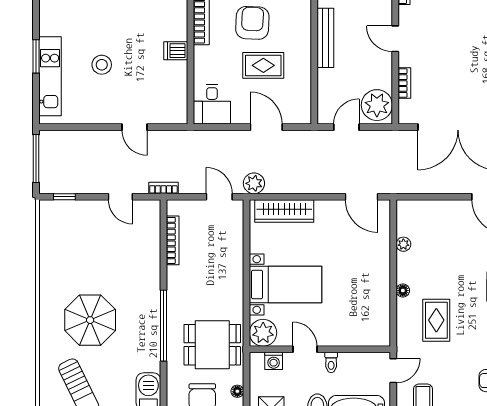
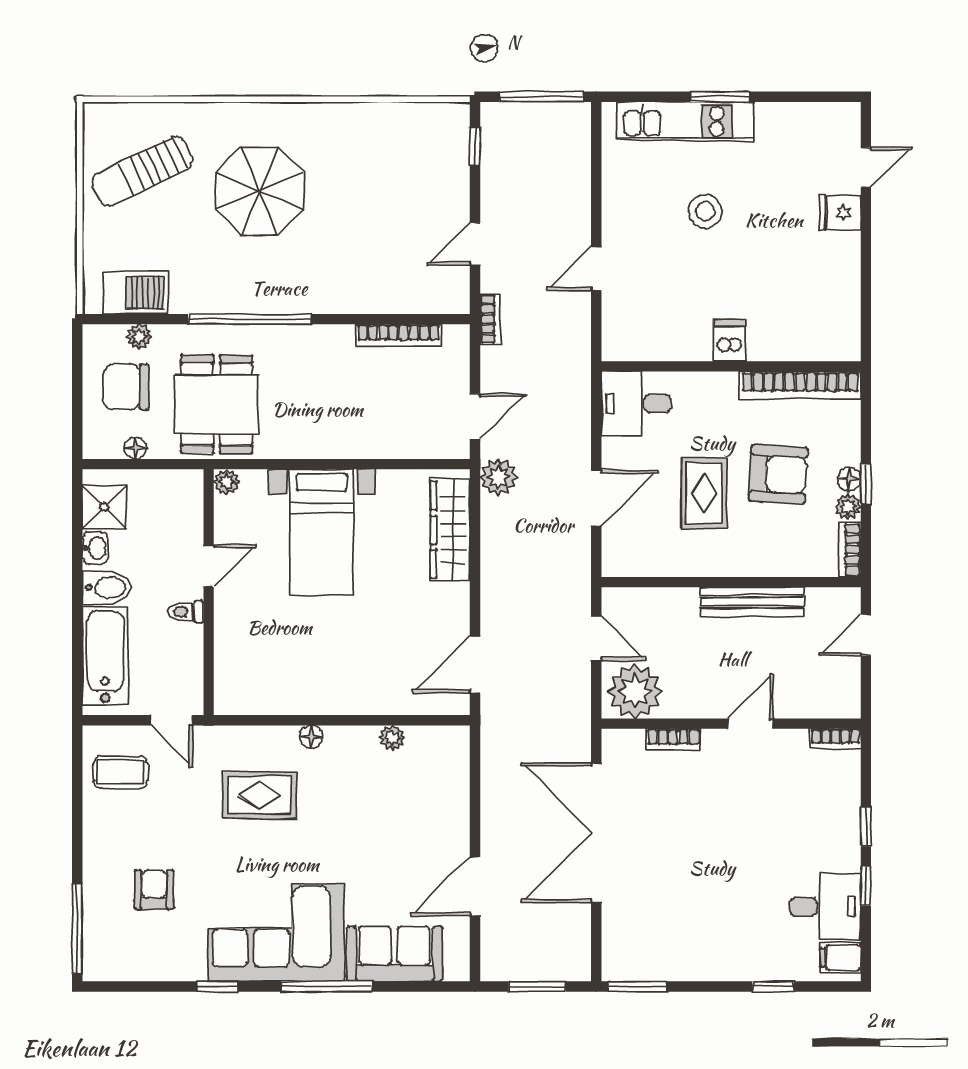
plant: (263, 333) -> (226, 482), width x0.53, depth x0.53
washing machine: (274, 361) -> (188, 511), removed
plant: (174, 389) -> (139, 337), added

